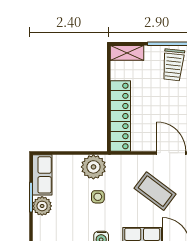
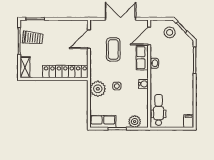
coffee table: (155, 191) -> (113, 49), turned -37
plant: (42, 206) -> (135, 122), moved

